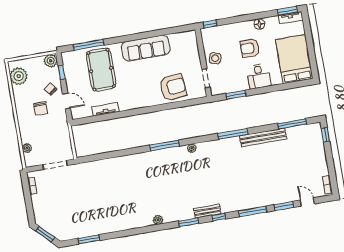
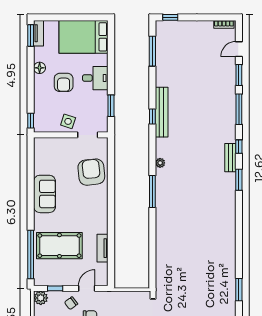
window: (88, 45) -> (31, 255), width x1.46
sofa: (146, 48) -> (45, 194), width x0.73
window: (233, 134) -> (152, 117), width x0.46
bench: (263, 137) -> (162, 112), moved
plant: (158, 220) -> (231, 212), removed

